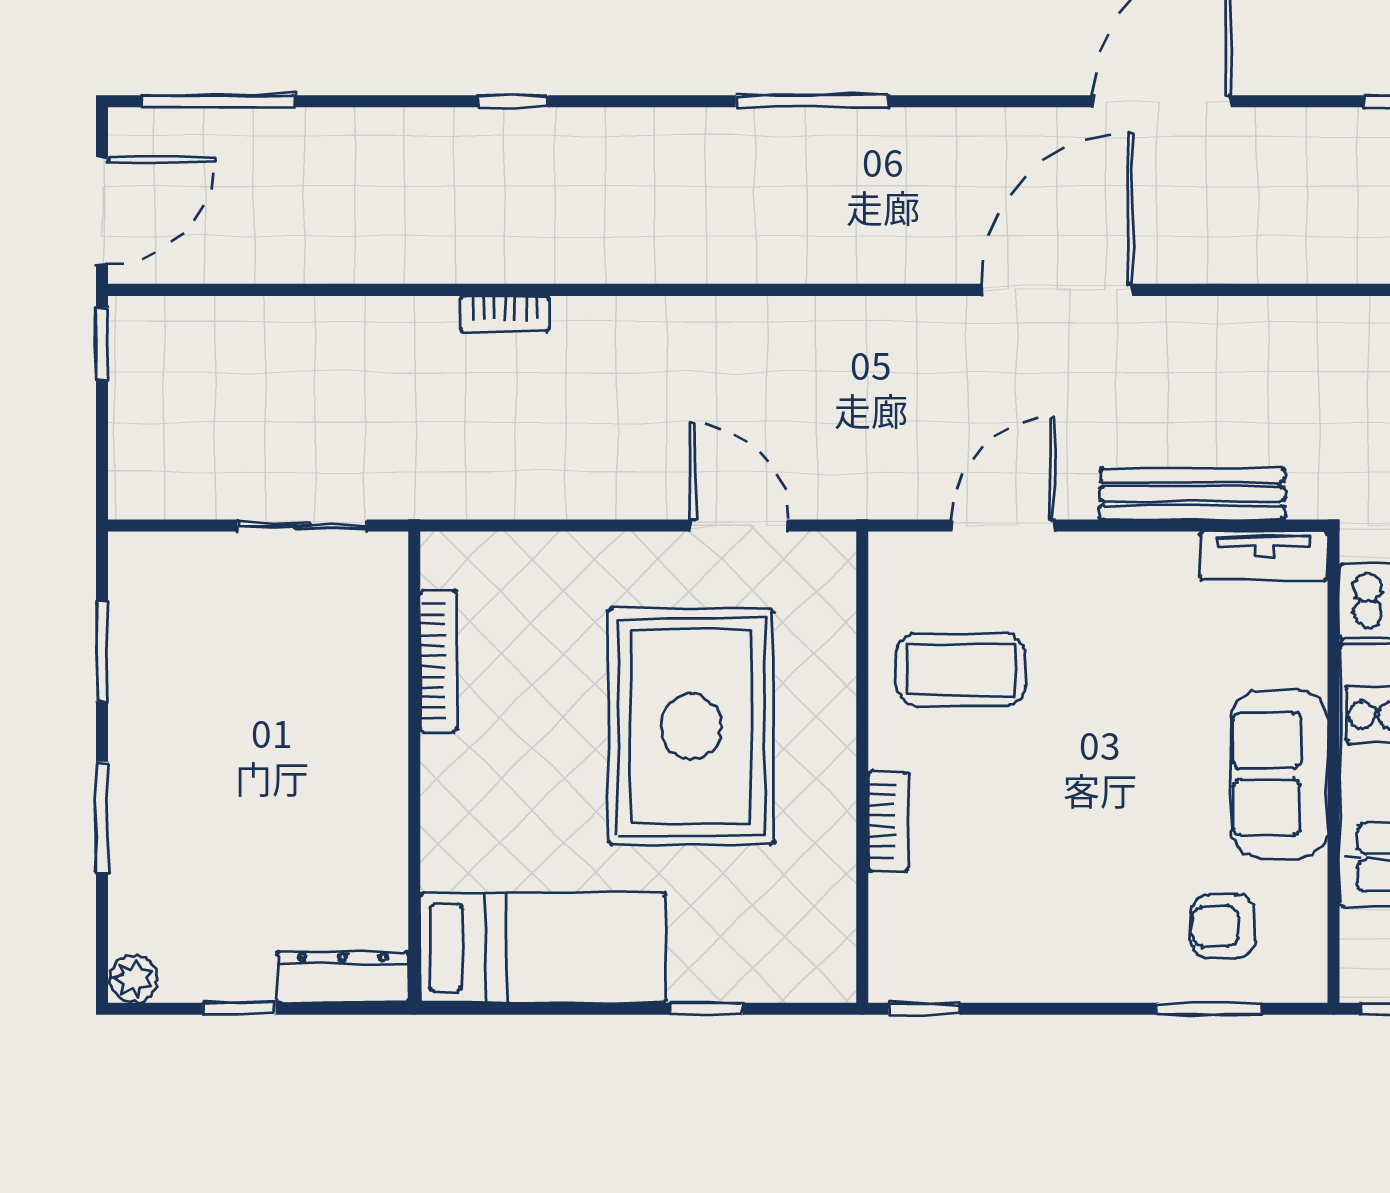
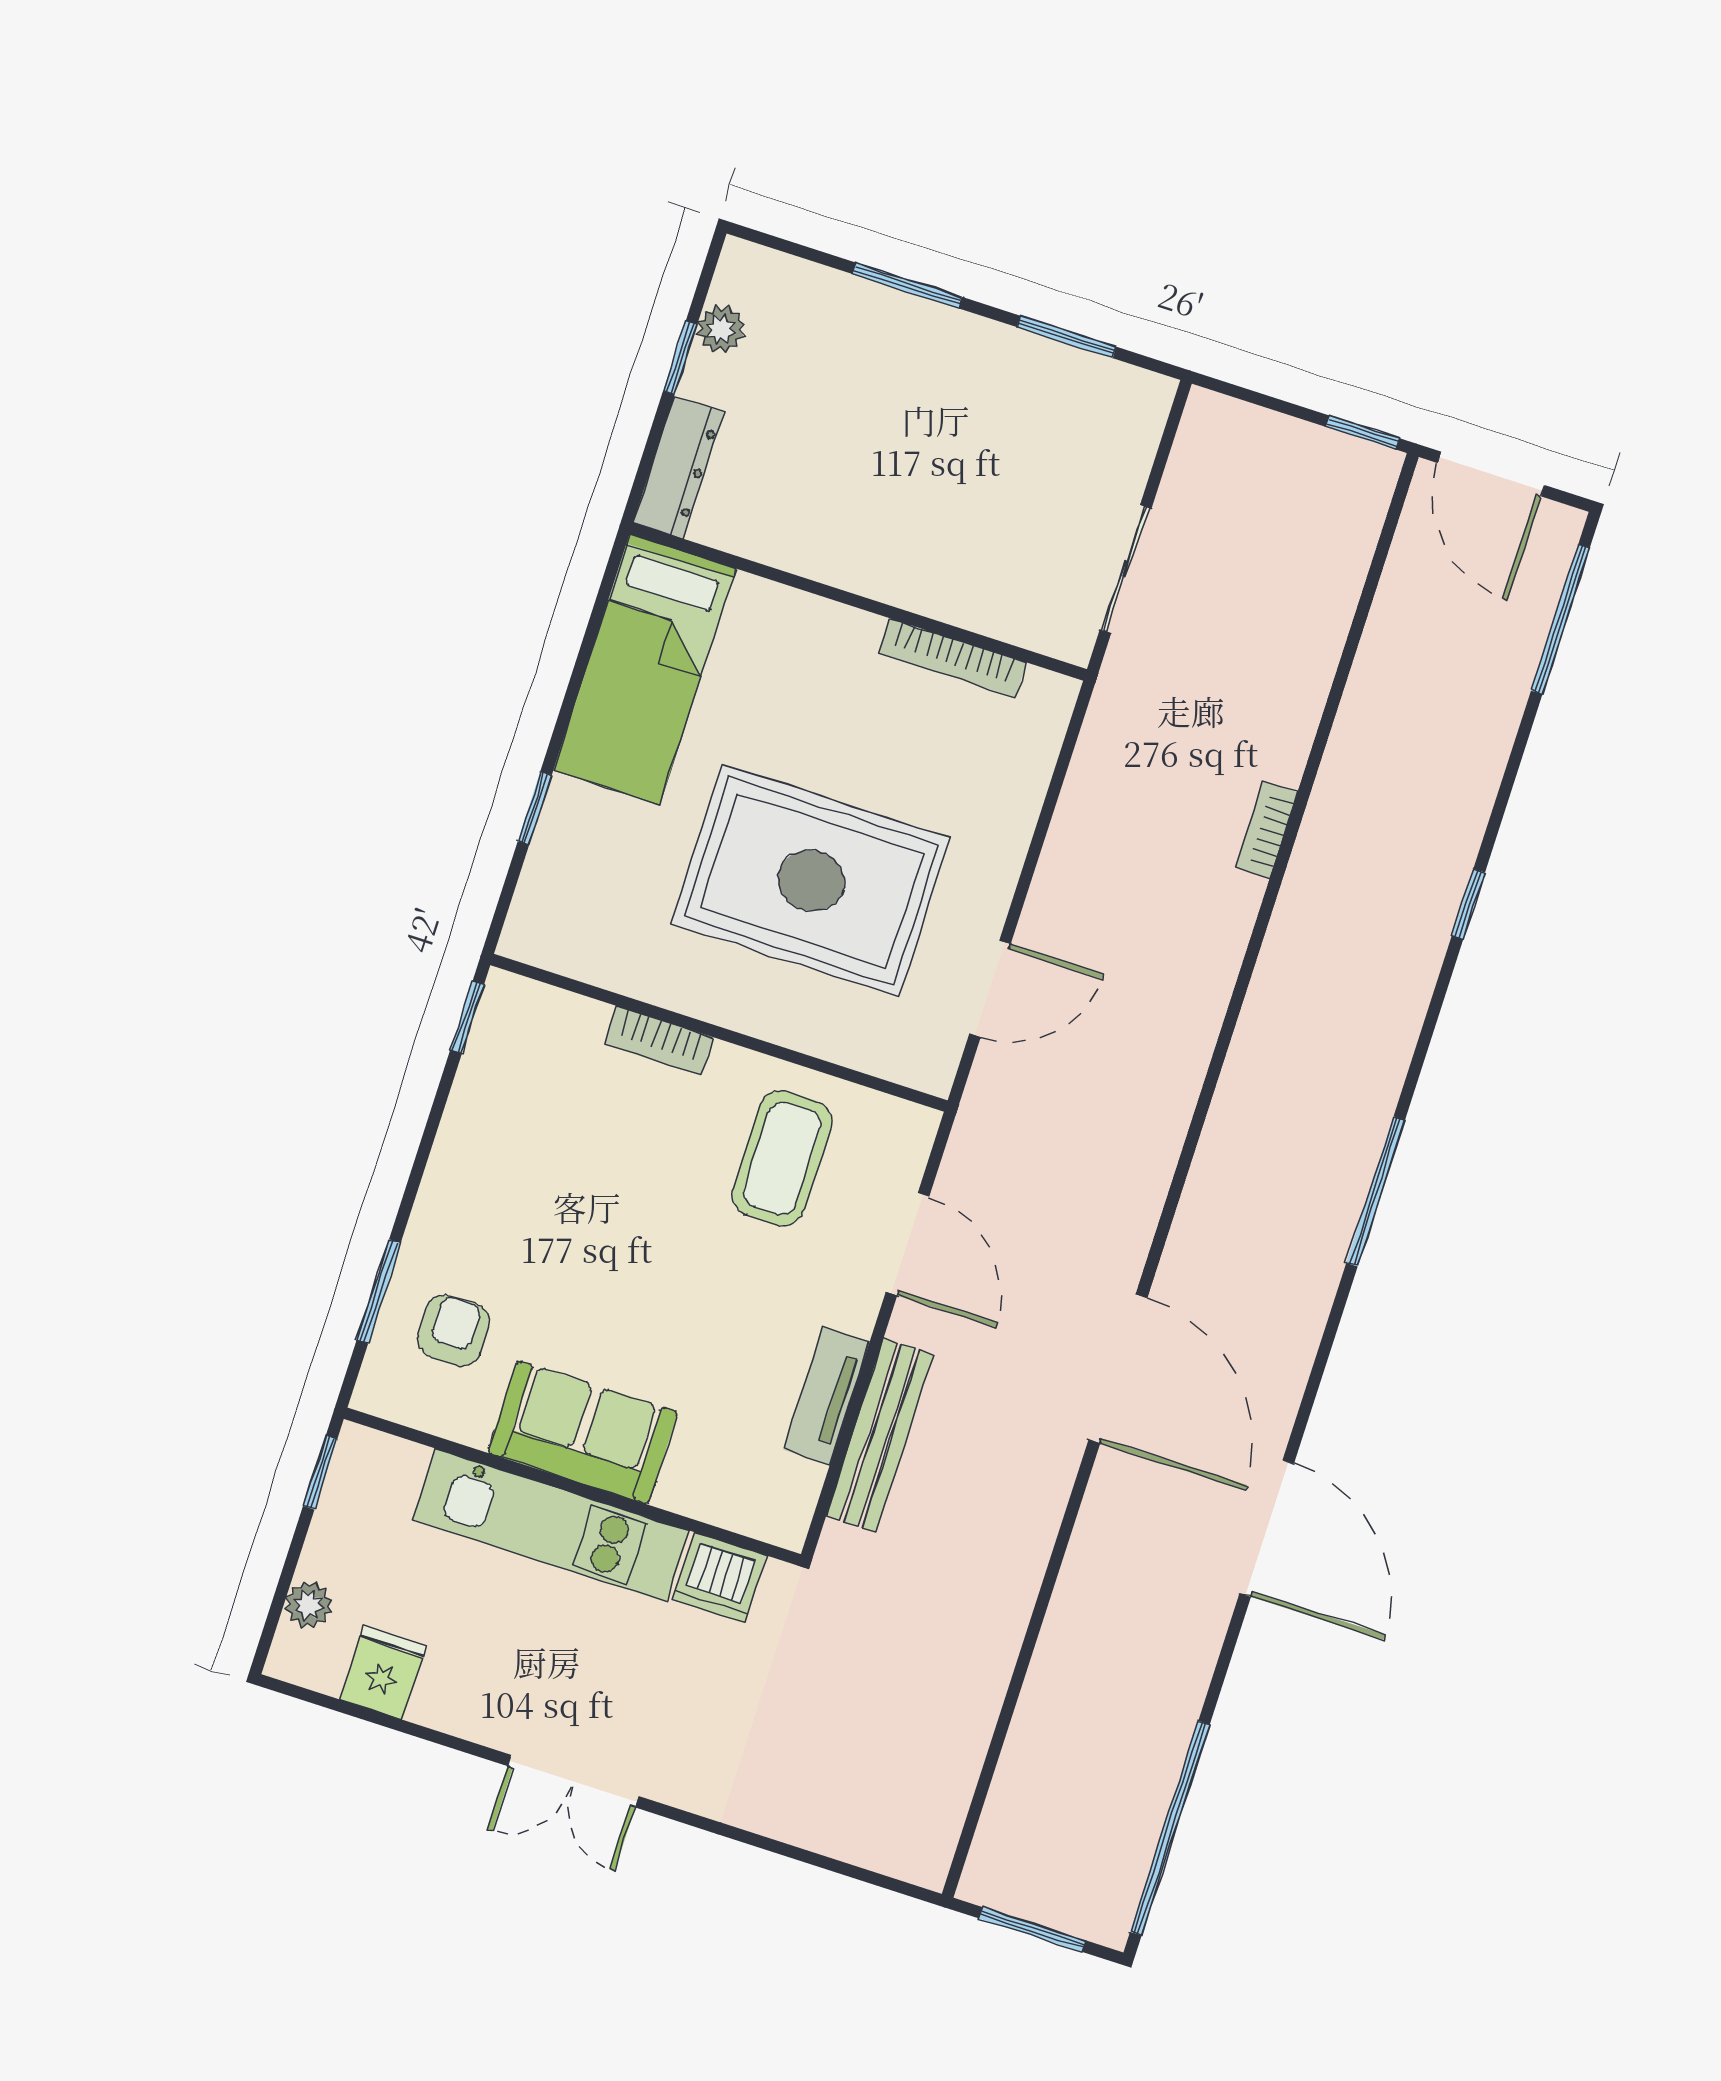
tv unit: (1264, 556) -> (826, 1396), moved
plant: (134, 979) -> (721, 329), moved

